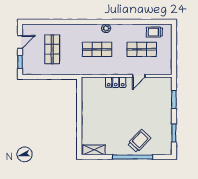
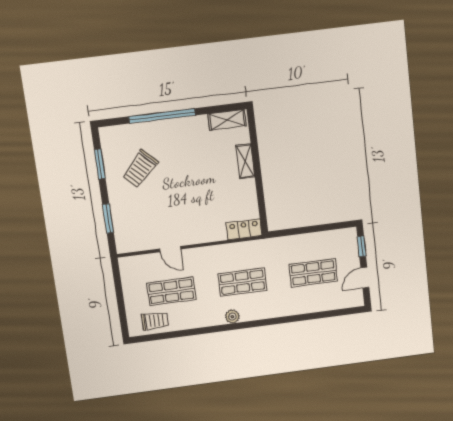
shop shelf: (52, 49) -> (313, 273), turned 90
door: (139, 76) -> (170, 249), swing flipped
locker: (116, 82) -> (244, 229), moved
shelving: (86, 124) -> (245, 161), added
trolley: (139, 141) -> (140, 169), moved

